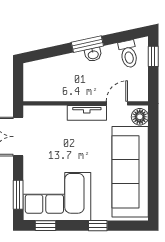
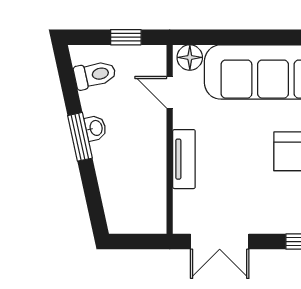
window: (153, 56) -> (126, 37), moved
tv unit: (87, 113) -> (184, 159), moved

